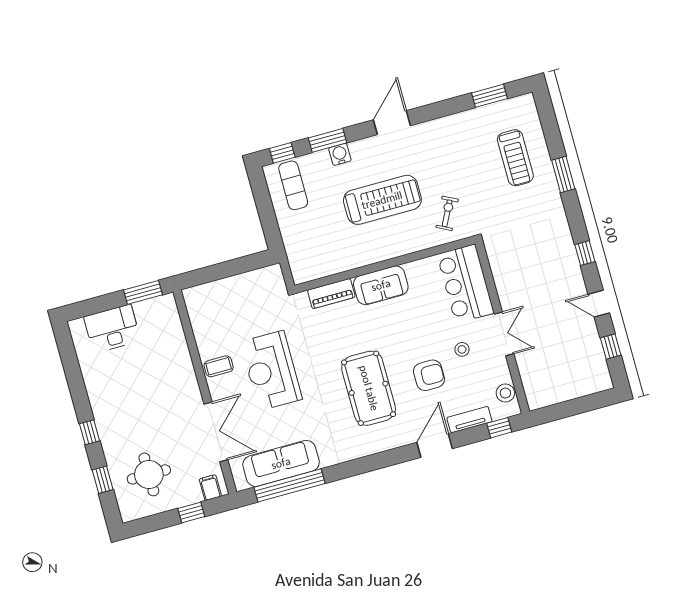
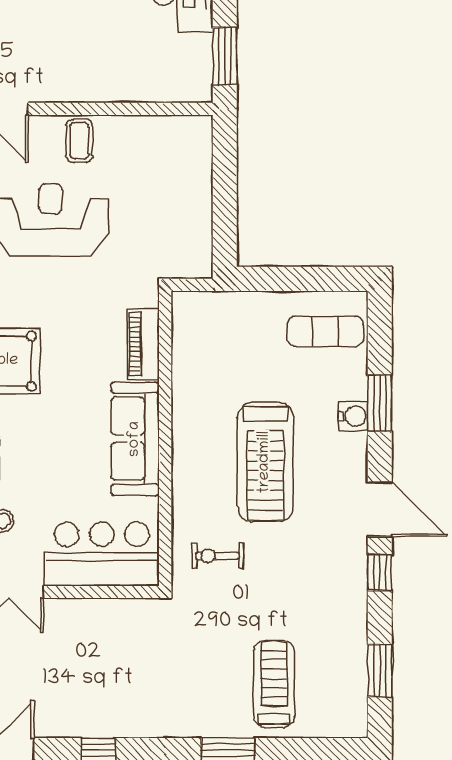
window: (282, 153) -> (380, 573), moved
treadmill: (515, 158) -> (274, 684), turned 90
exercise bike: (447, 213) -> (218, 556), turned 153
sofa: (381, 285) -> (135, 439), width x1.36

